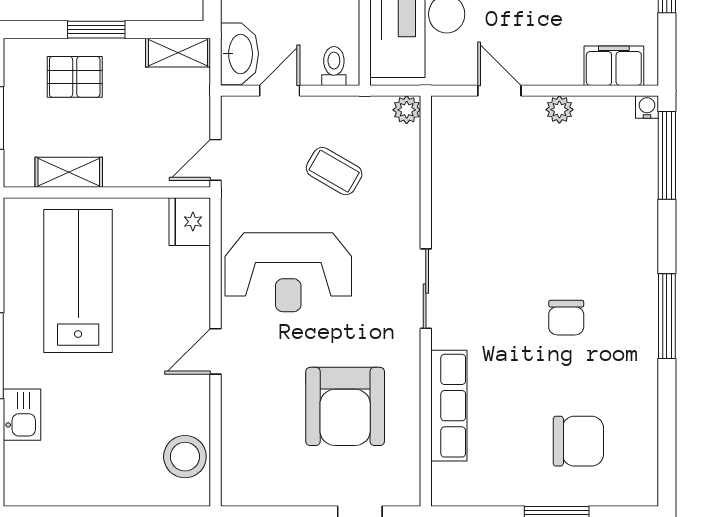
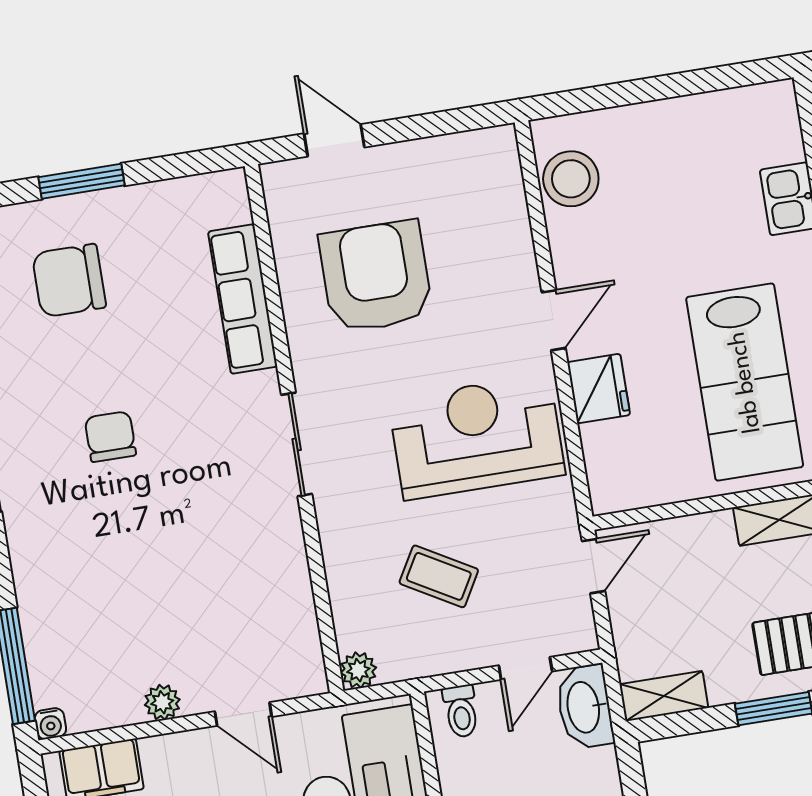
fridge: (190, 222) -> (599, 389), moved

